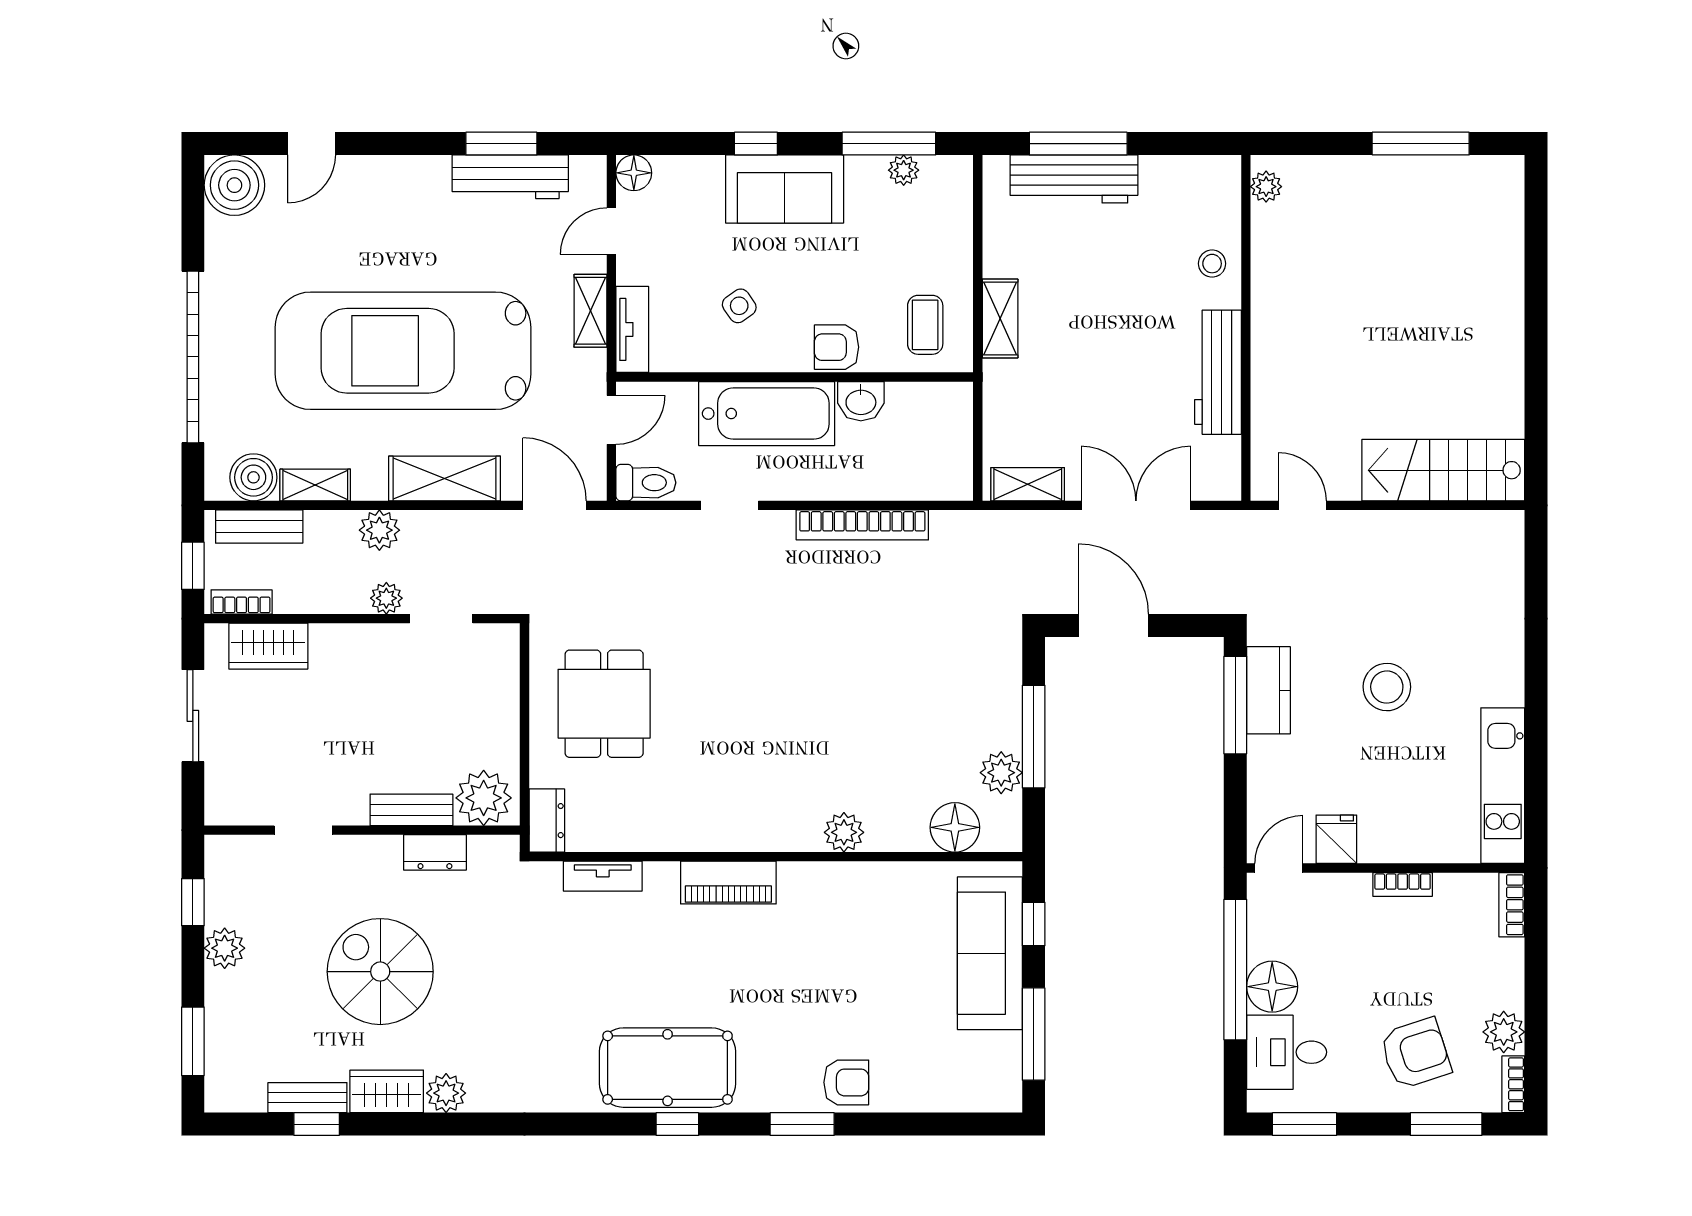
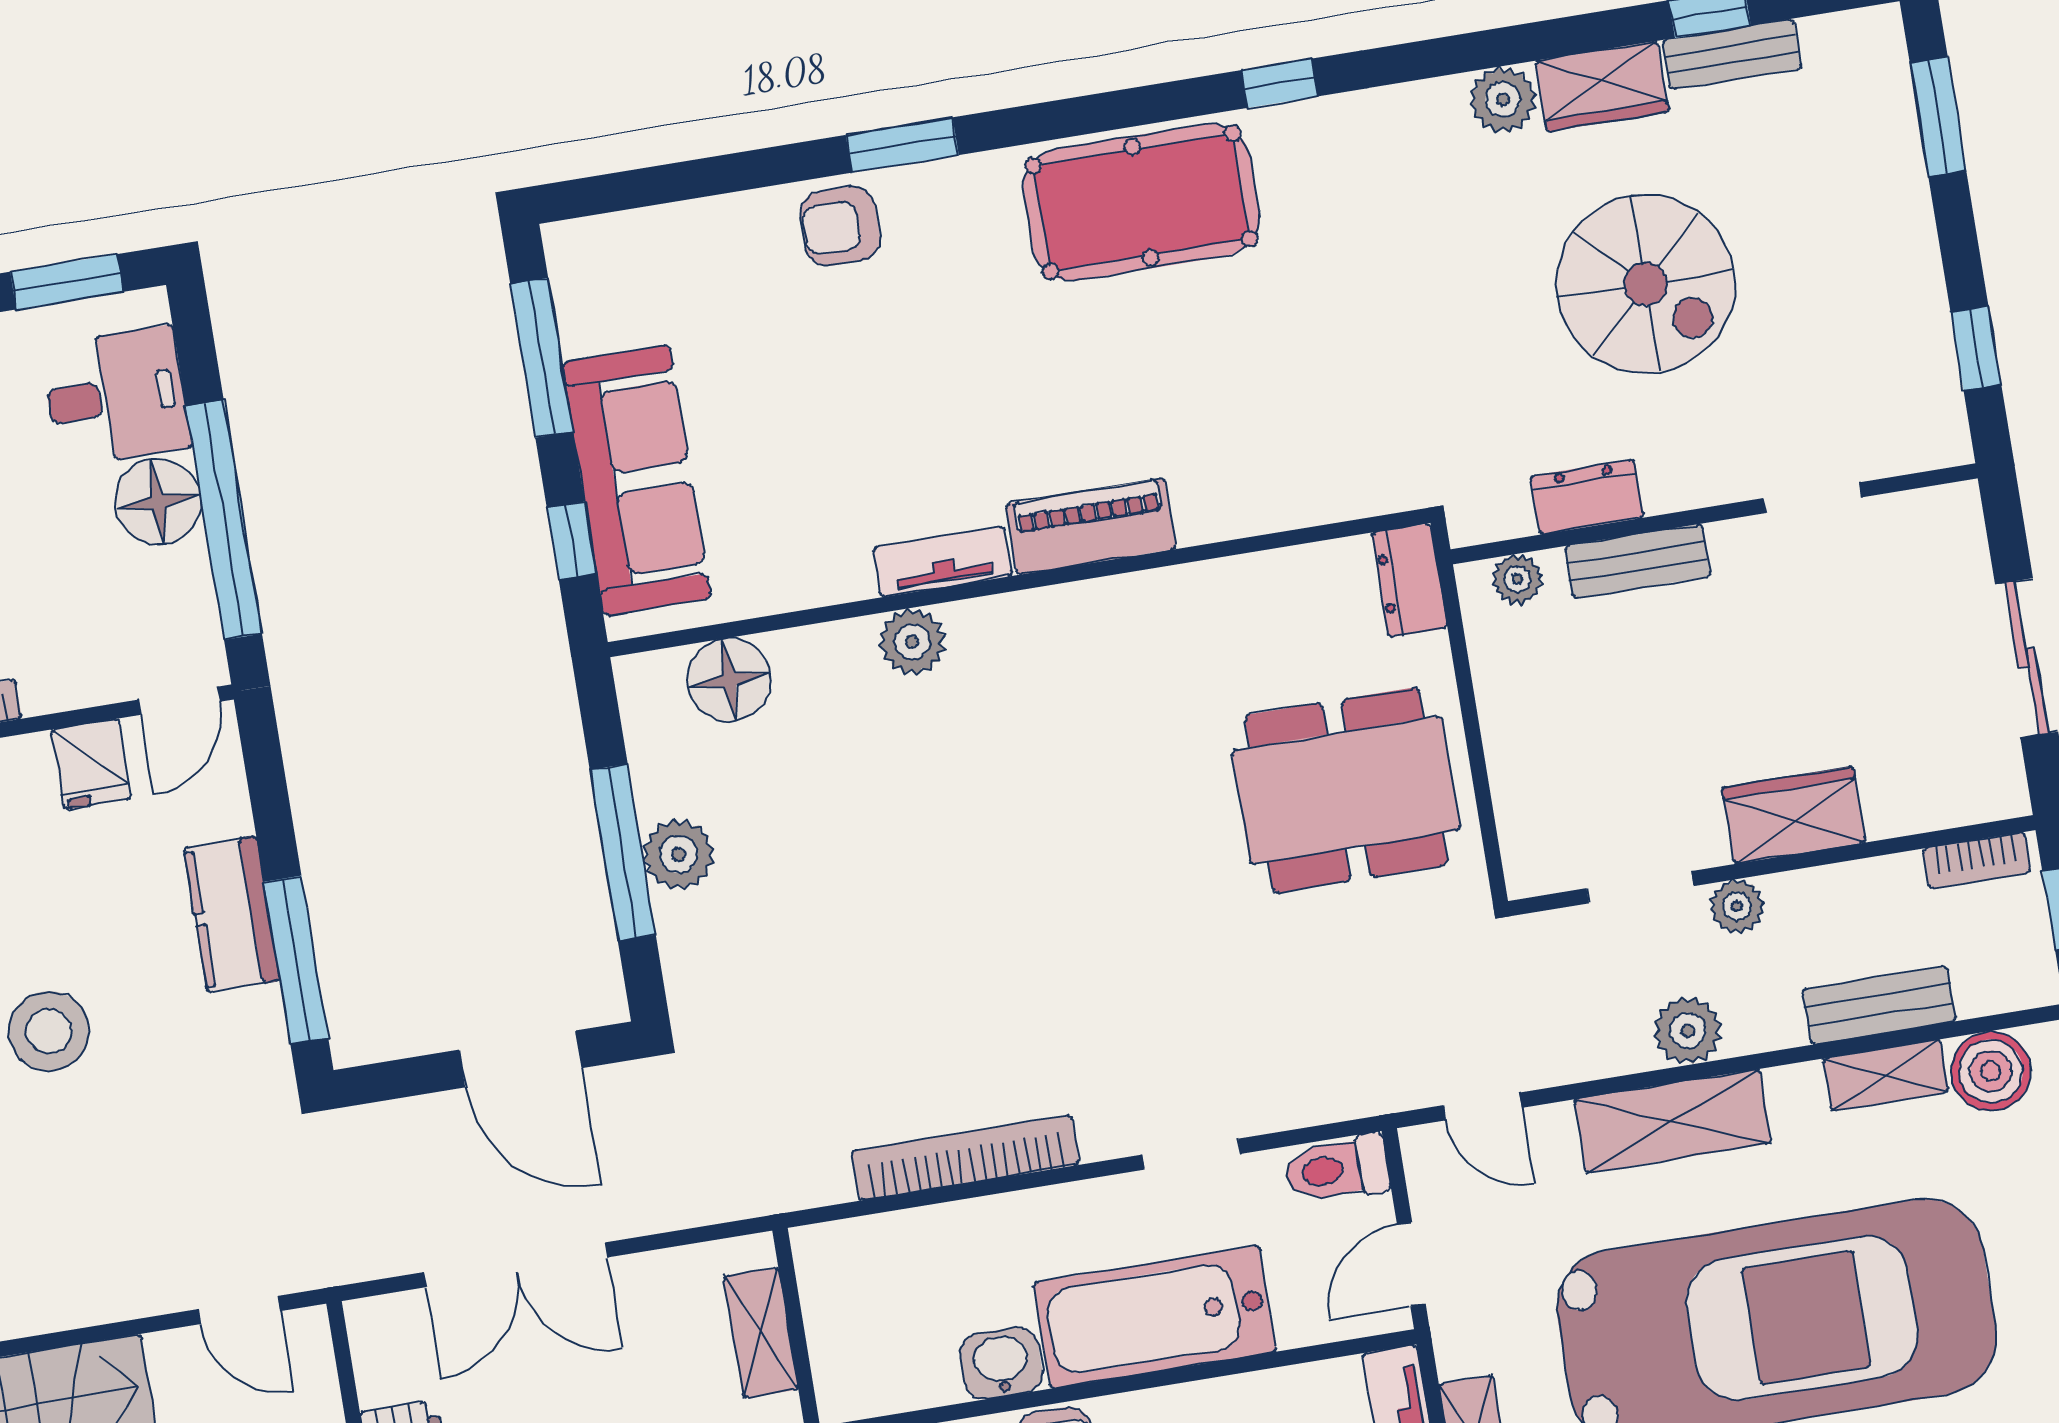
shelving: (1028, 484) -> (761, 1333), moved, turned 90
door: (555, 505) -> (1483, 1106), width x0.73
bench: (259, 527) -> (1879, 1005), moved
plant: (379, 530) -> (1688, 1031), moved
wardrobe: (268, 646) -> (1794, 815), moved
kitchen counter: (1268, 690) -> (232, 914), moved
dining table: (604, 704) -> (1346, 790), width x1.38
plant: (1001, 773) -> (679, 854), moved
plant: (484, 798) -> (1517, 579), width x0.53, depth x0.53
tv unit: (603, 876) -> (942, 562), moved
plant: (225, 948) -> (1911, 280), removed
window: (677, 1124) -> (1280, 83), moved

